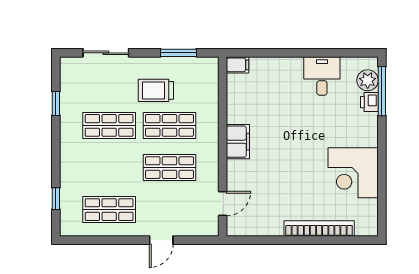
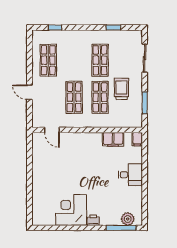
desk: (322, 76) -> (130, 175), moved
printer: (369, 102) -> (93, 220), moved
filing cabinet: (238, 142) -> (113, 139), moved
bookcase: (319, 228) -> (37, 189), removed

